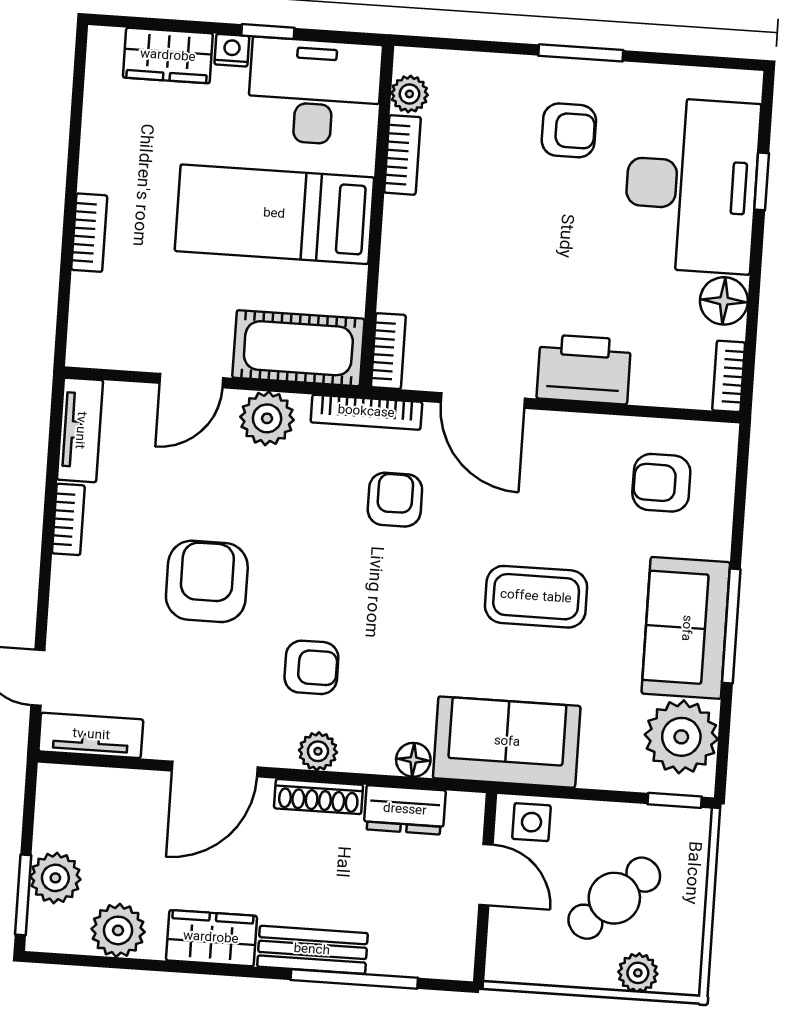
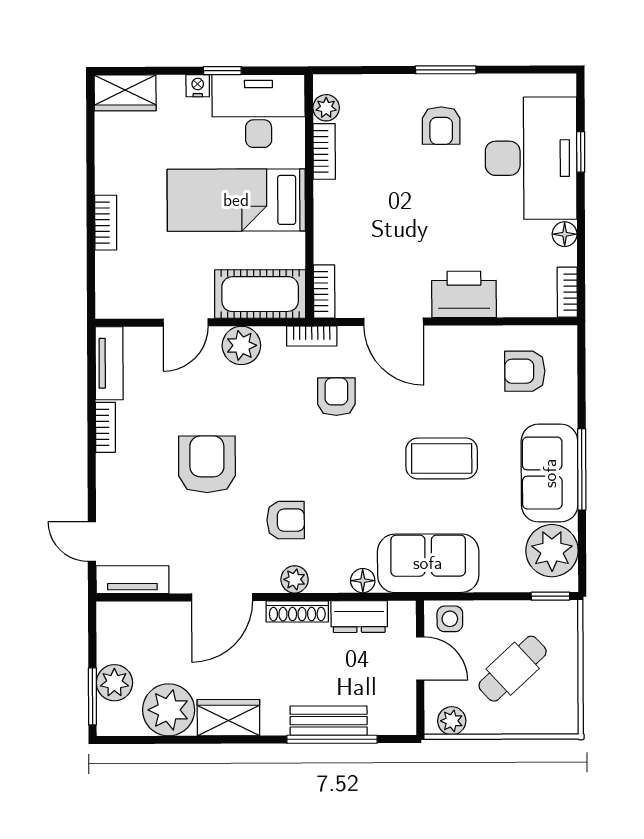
wardrobe: (168, 56) -> (125, 93), moved
armchair: (569, 130) -> (441, 126), turned 90
floor lamp: (724, 301) -> (565, 234), width x0.73, depth x0.73
bookcase: (366, 412) -> (312, 336), width x0.64
plant: (118, 930) -> (169, 710), width x1.36, depth x1.36
bench: (312, 950) -> (329, 721), moved
plant: (638, 973) -> (452, 721), moved

